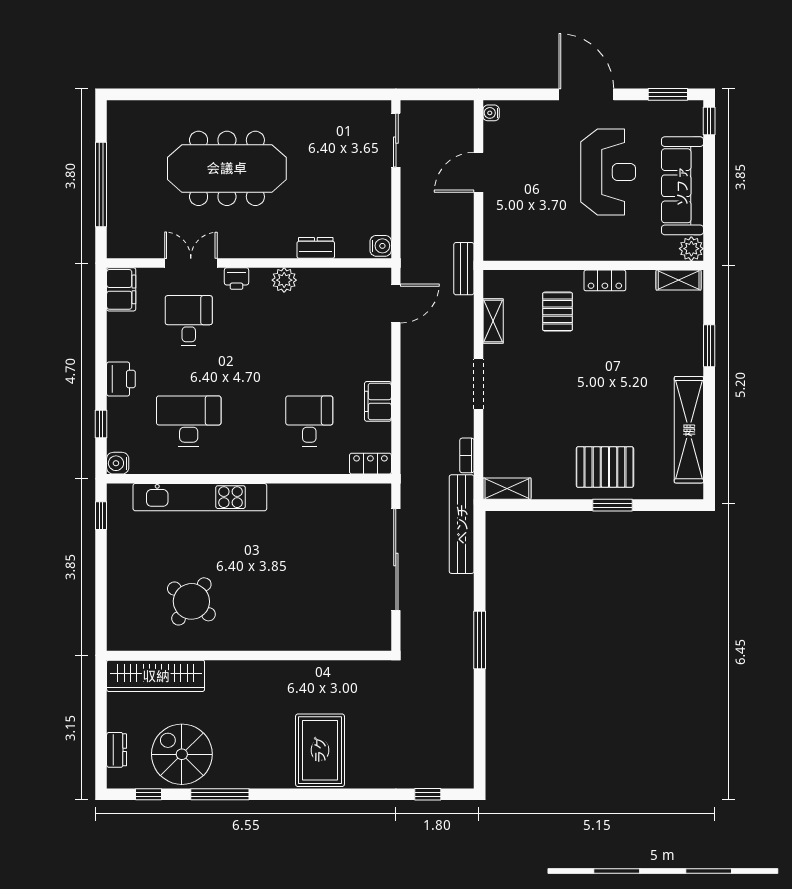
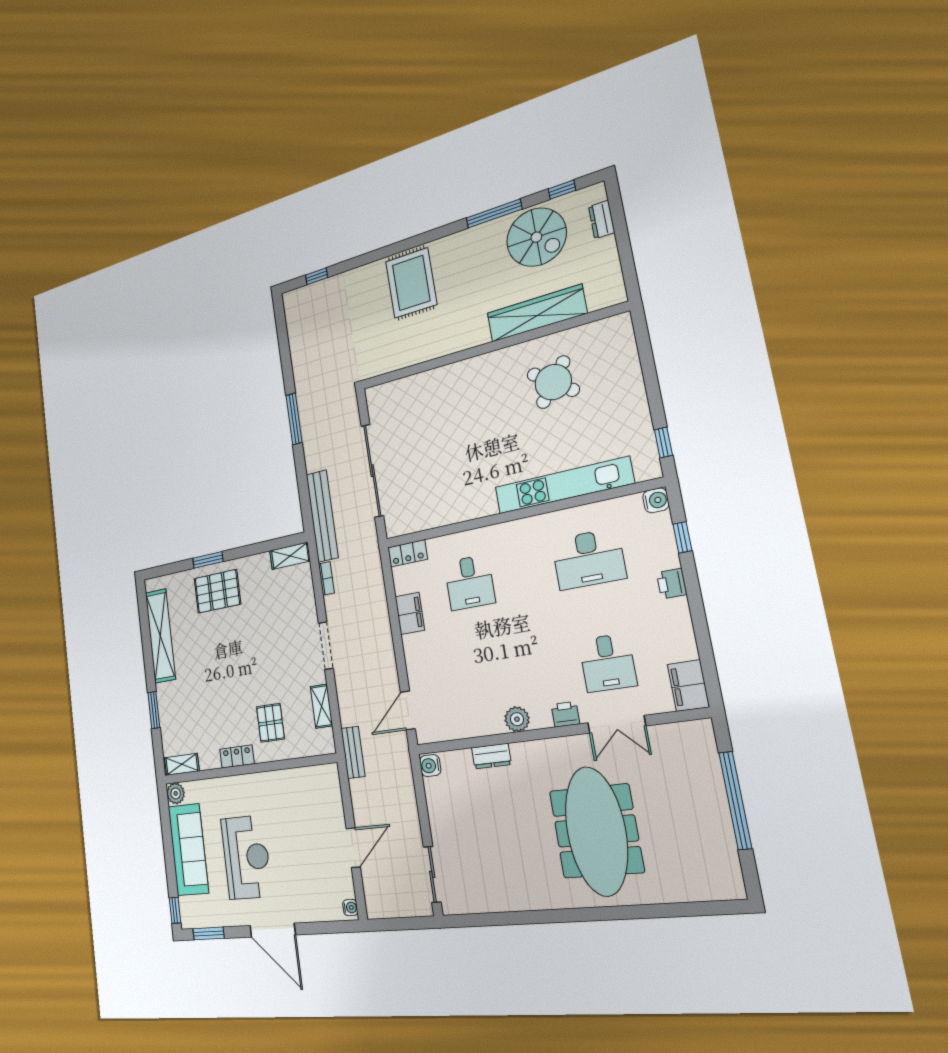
meeting table: (227, 168) -> (596, 831), turned 90
reception desk: (608, 172) -> (246, 857), turned 180
printer: (121, 379) -> (672, 584), width x0.73, depth x0.81
wardrobe: (156, 676) -> (536, 313), moved

